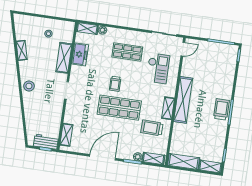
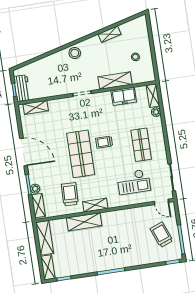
shelving: (183, 100) -> (84, 222), moved, width x0.68
trolley: (221, 109) -> (161, 235), moved, turned -111

